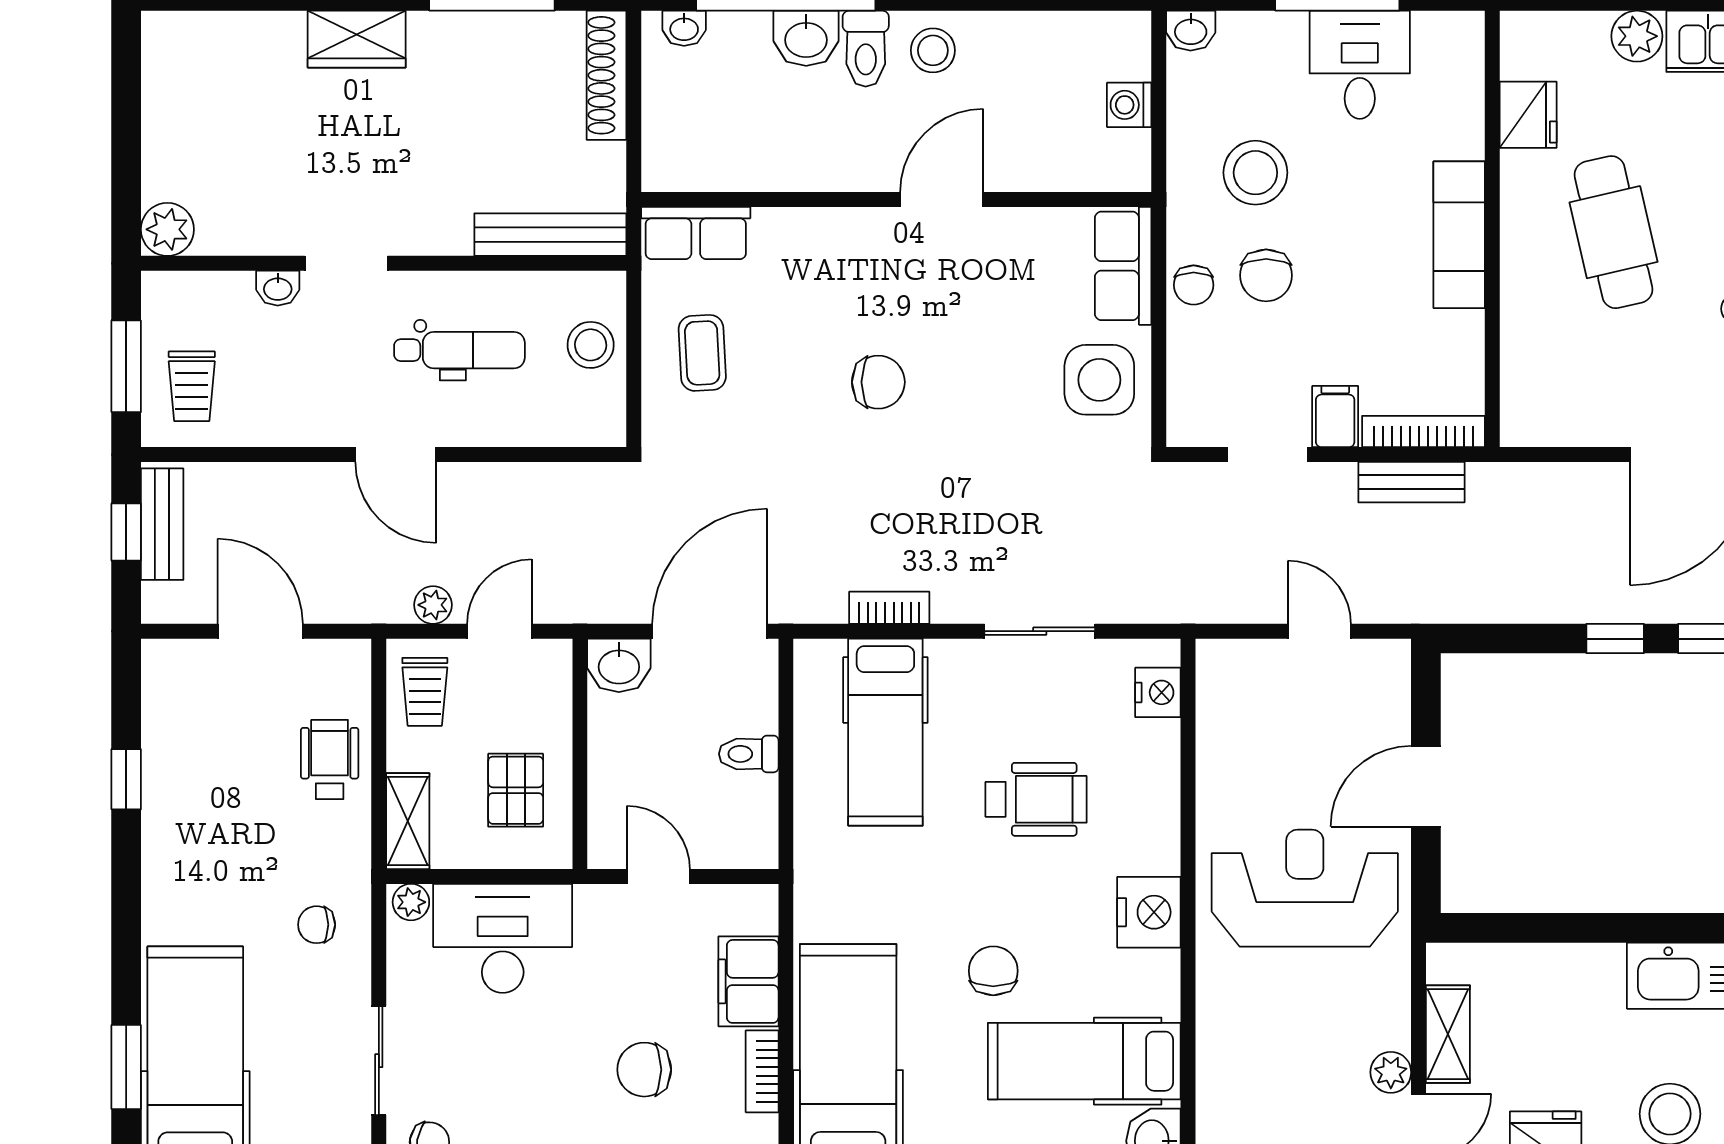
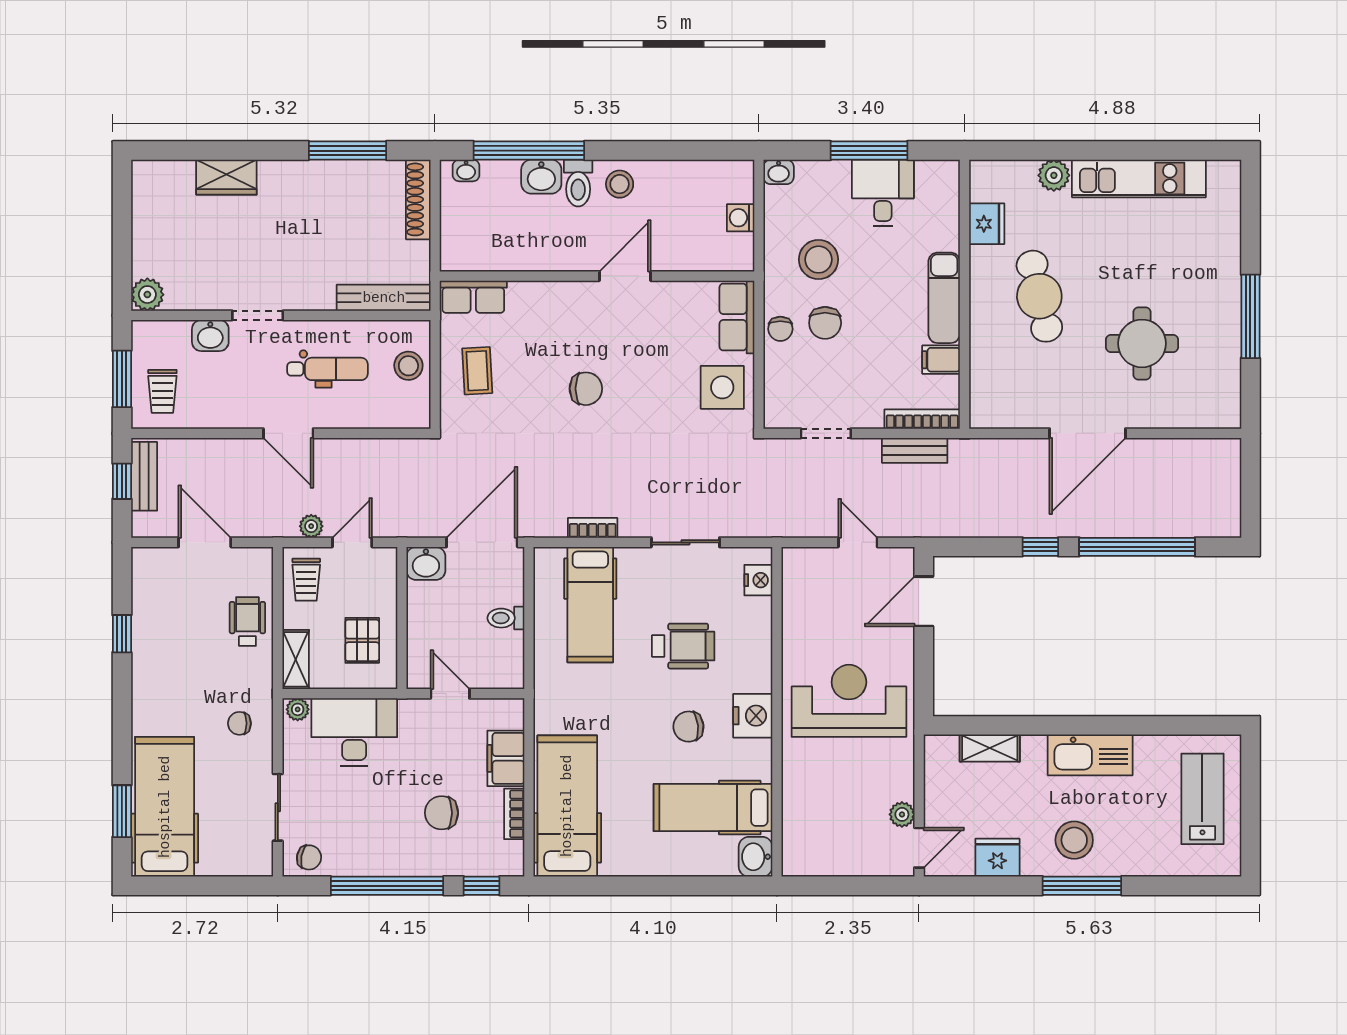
wardrobe: (357, 39) -> (226, 177), moved
washbasin: (278, 288) -> (210, 336), width x1.38, depth x1.45
filing cabinet: (1335, 417) -> (941, 360), moved, turned -90
door: (1426, 786) -> (924, 601), moved
chair: (993, 971) -> (688, 727), moved, turned -96
shelving: (1448, 1034) -> (990, 748), moved, turned 90

